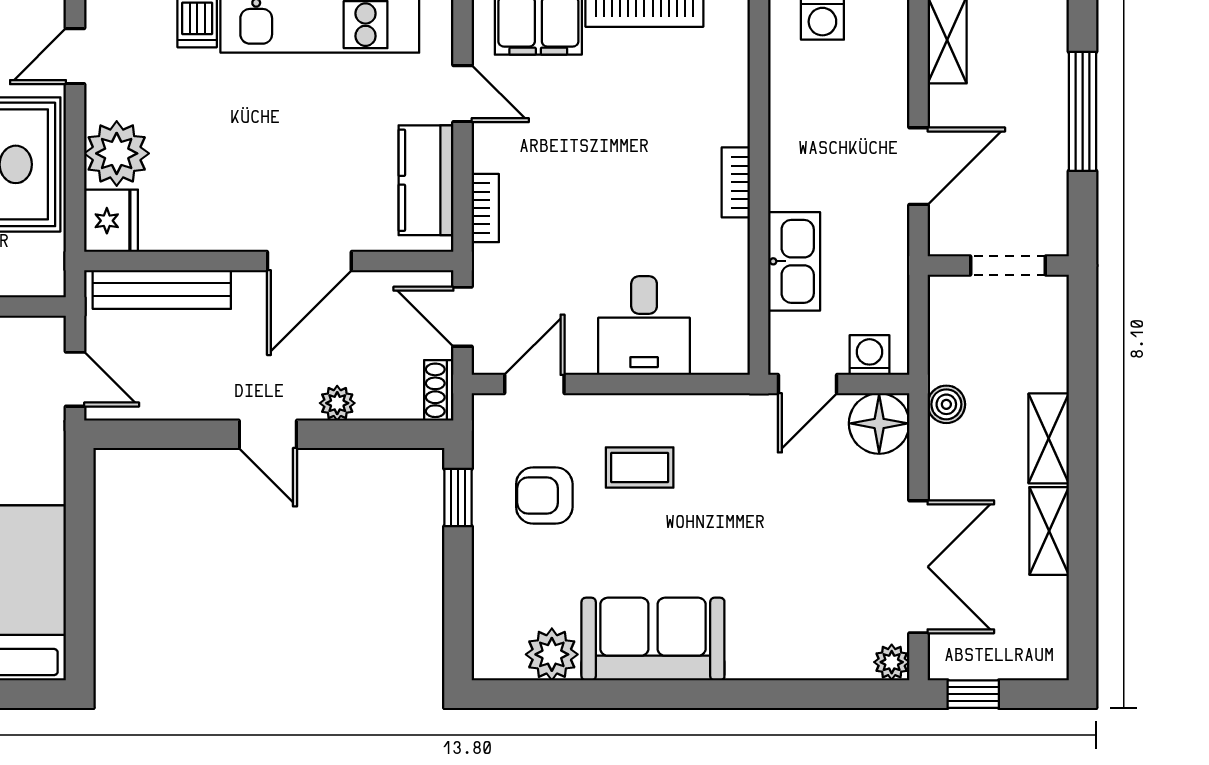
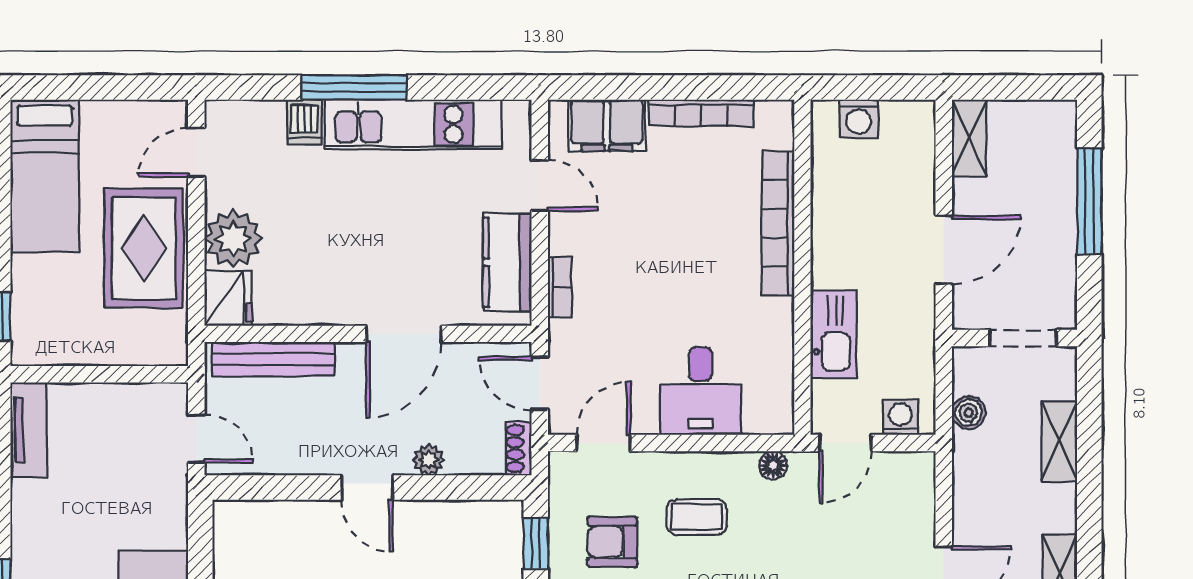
bookcase: (736, 182) -> (778, 223), width x2.31, depth x1.31
boiler: (946, 404) -> (969, 413), moved
floor lamp: (879, 423) -> (773, 465), moved, width x0.53, depth x0.53
shelving: (1049, 438) -> (1059, 441), moved

